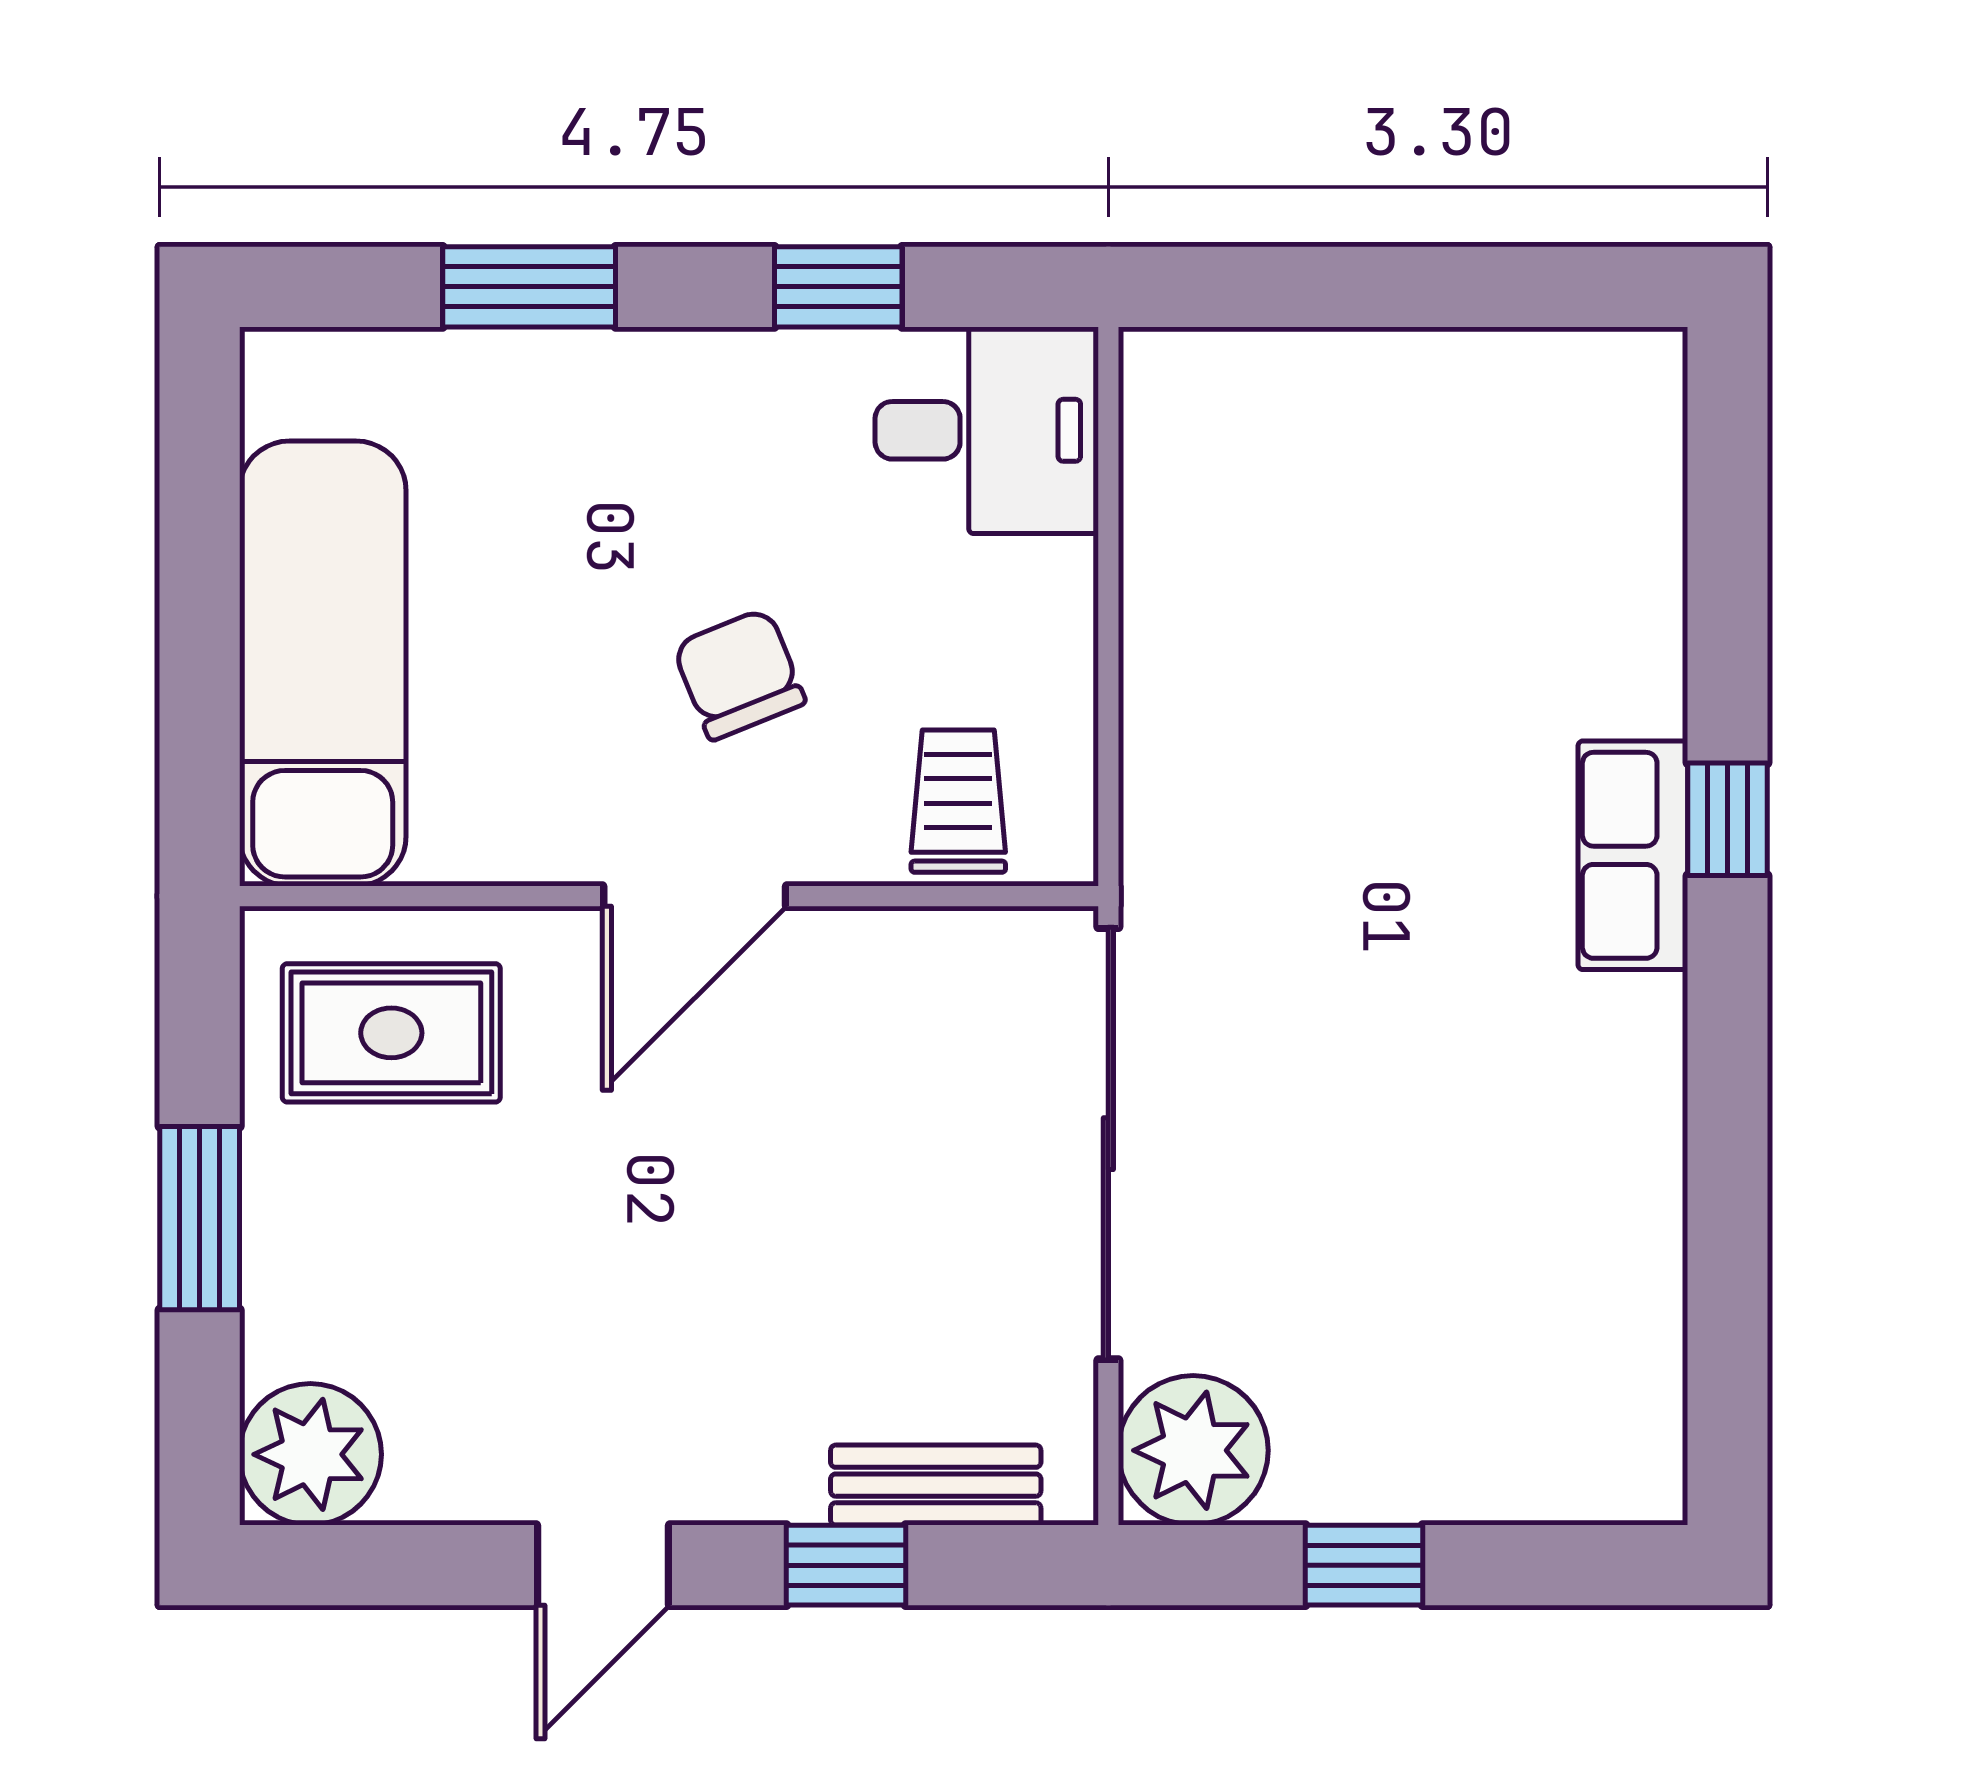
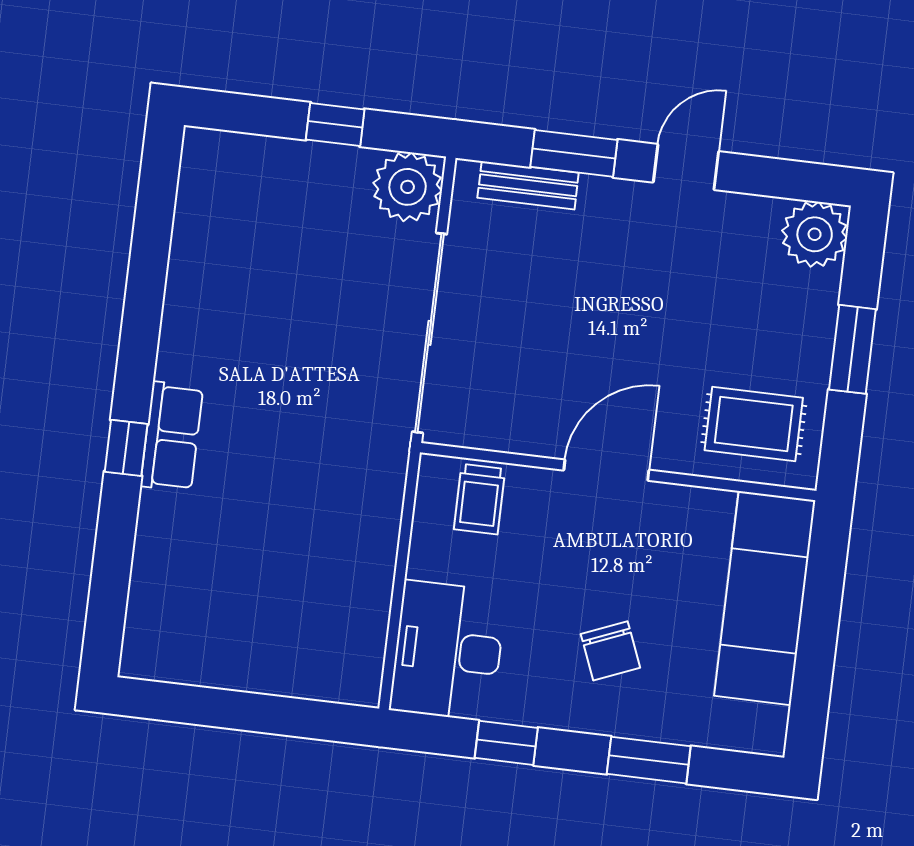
desk: (987, 430) -> (448, 651), width x1.37
chair: (739, 674) -> (610, 651), moved
window: (846, 1565) -> (574, 153), width x1.50

